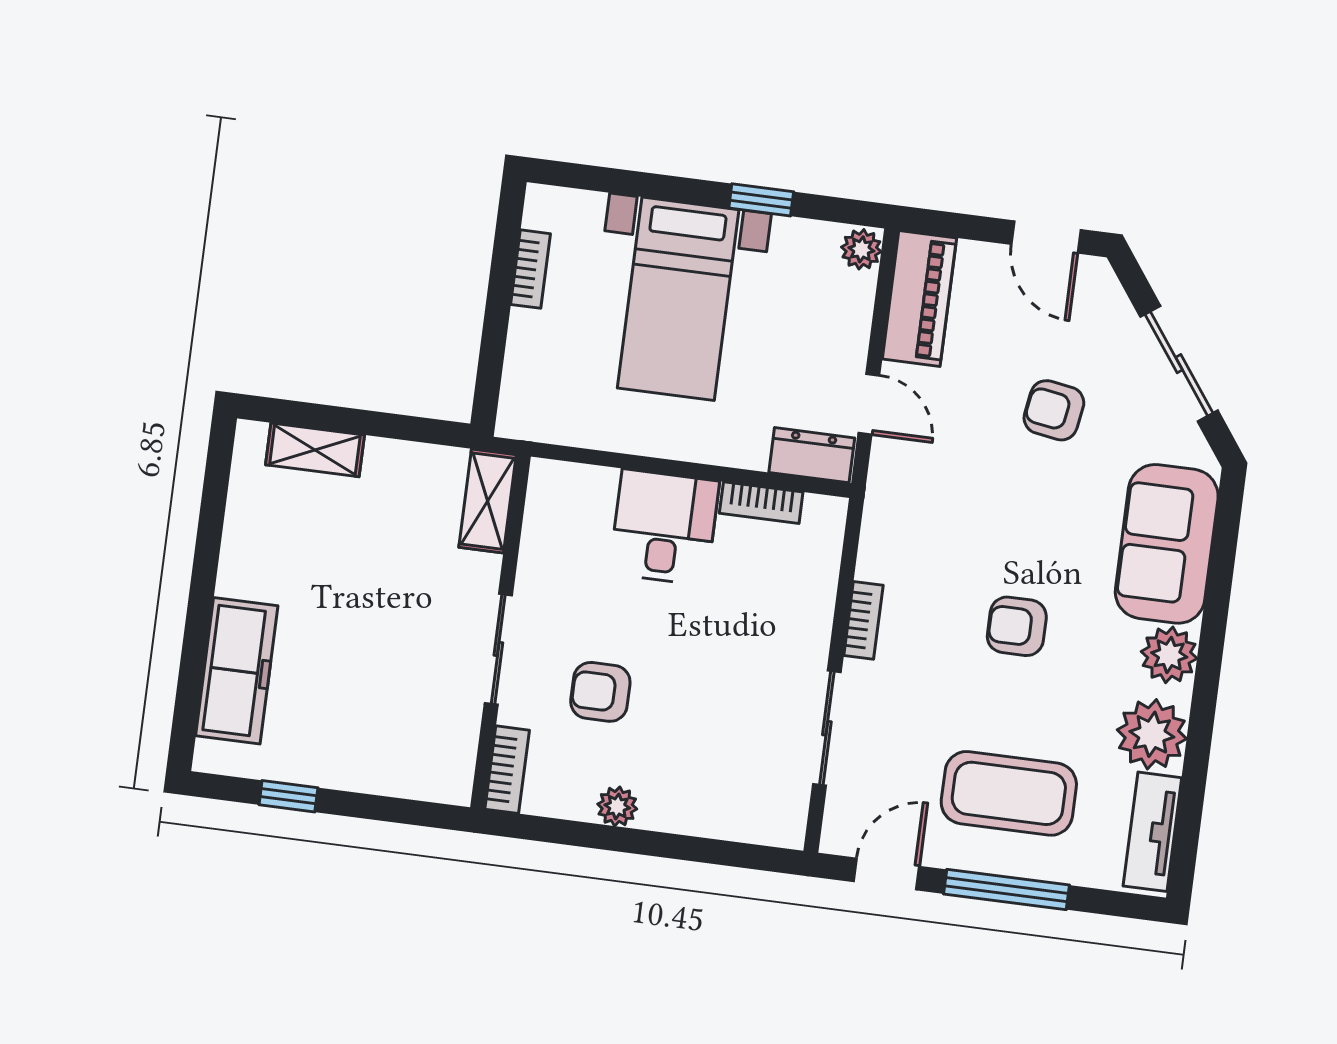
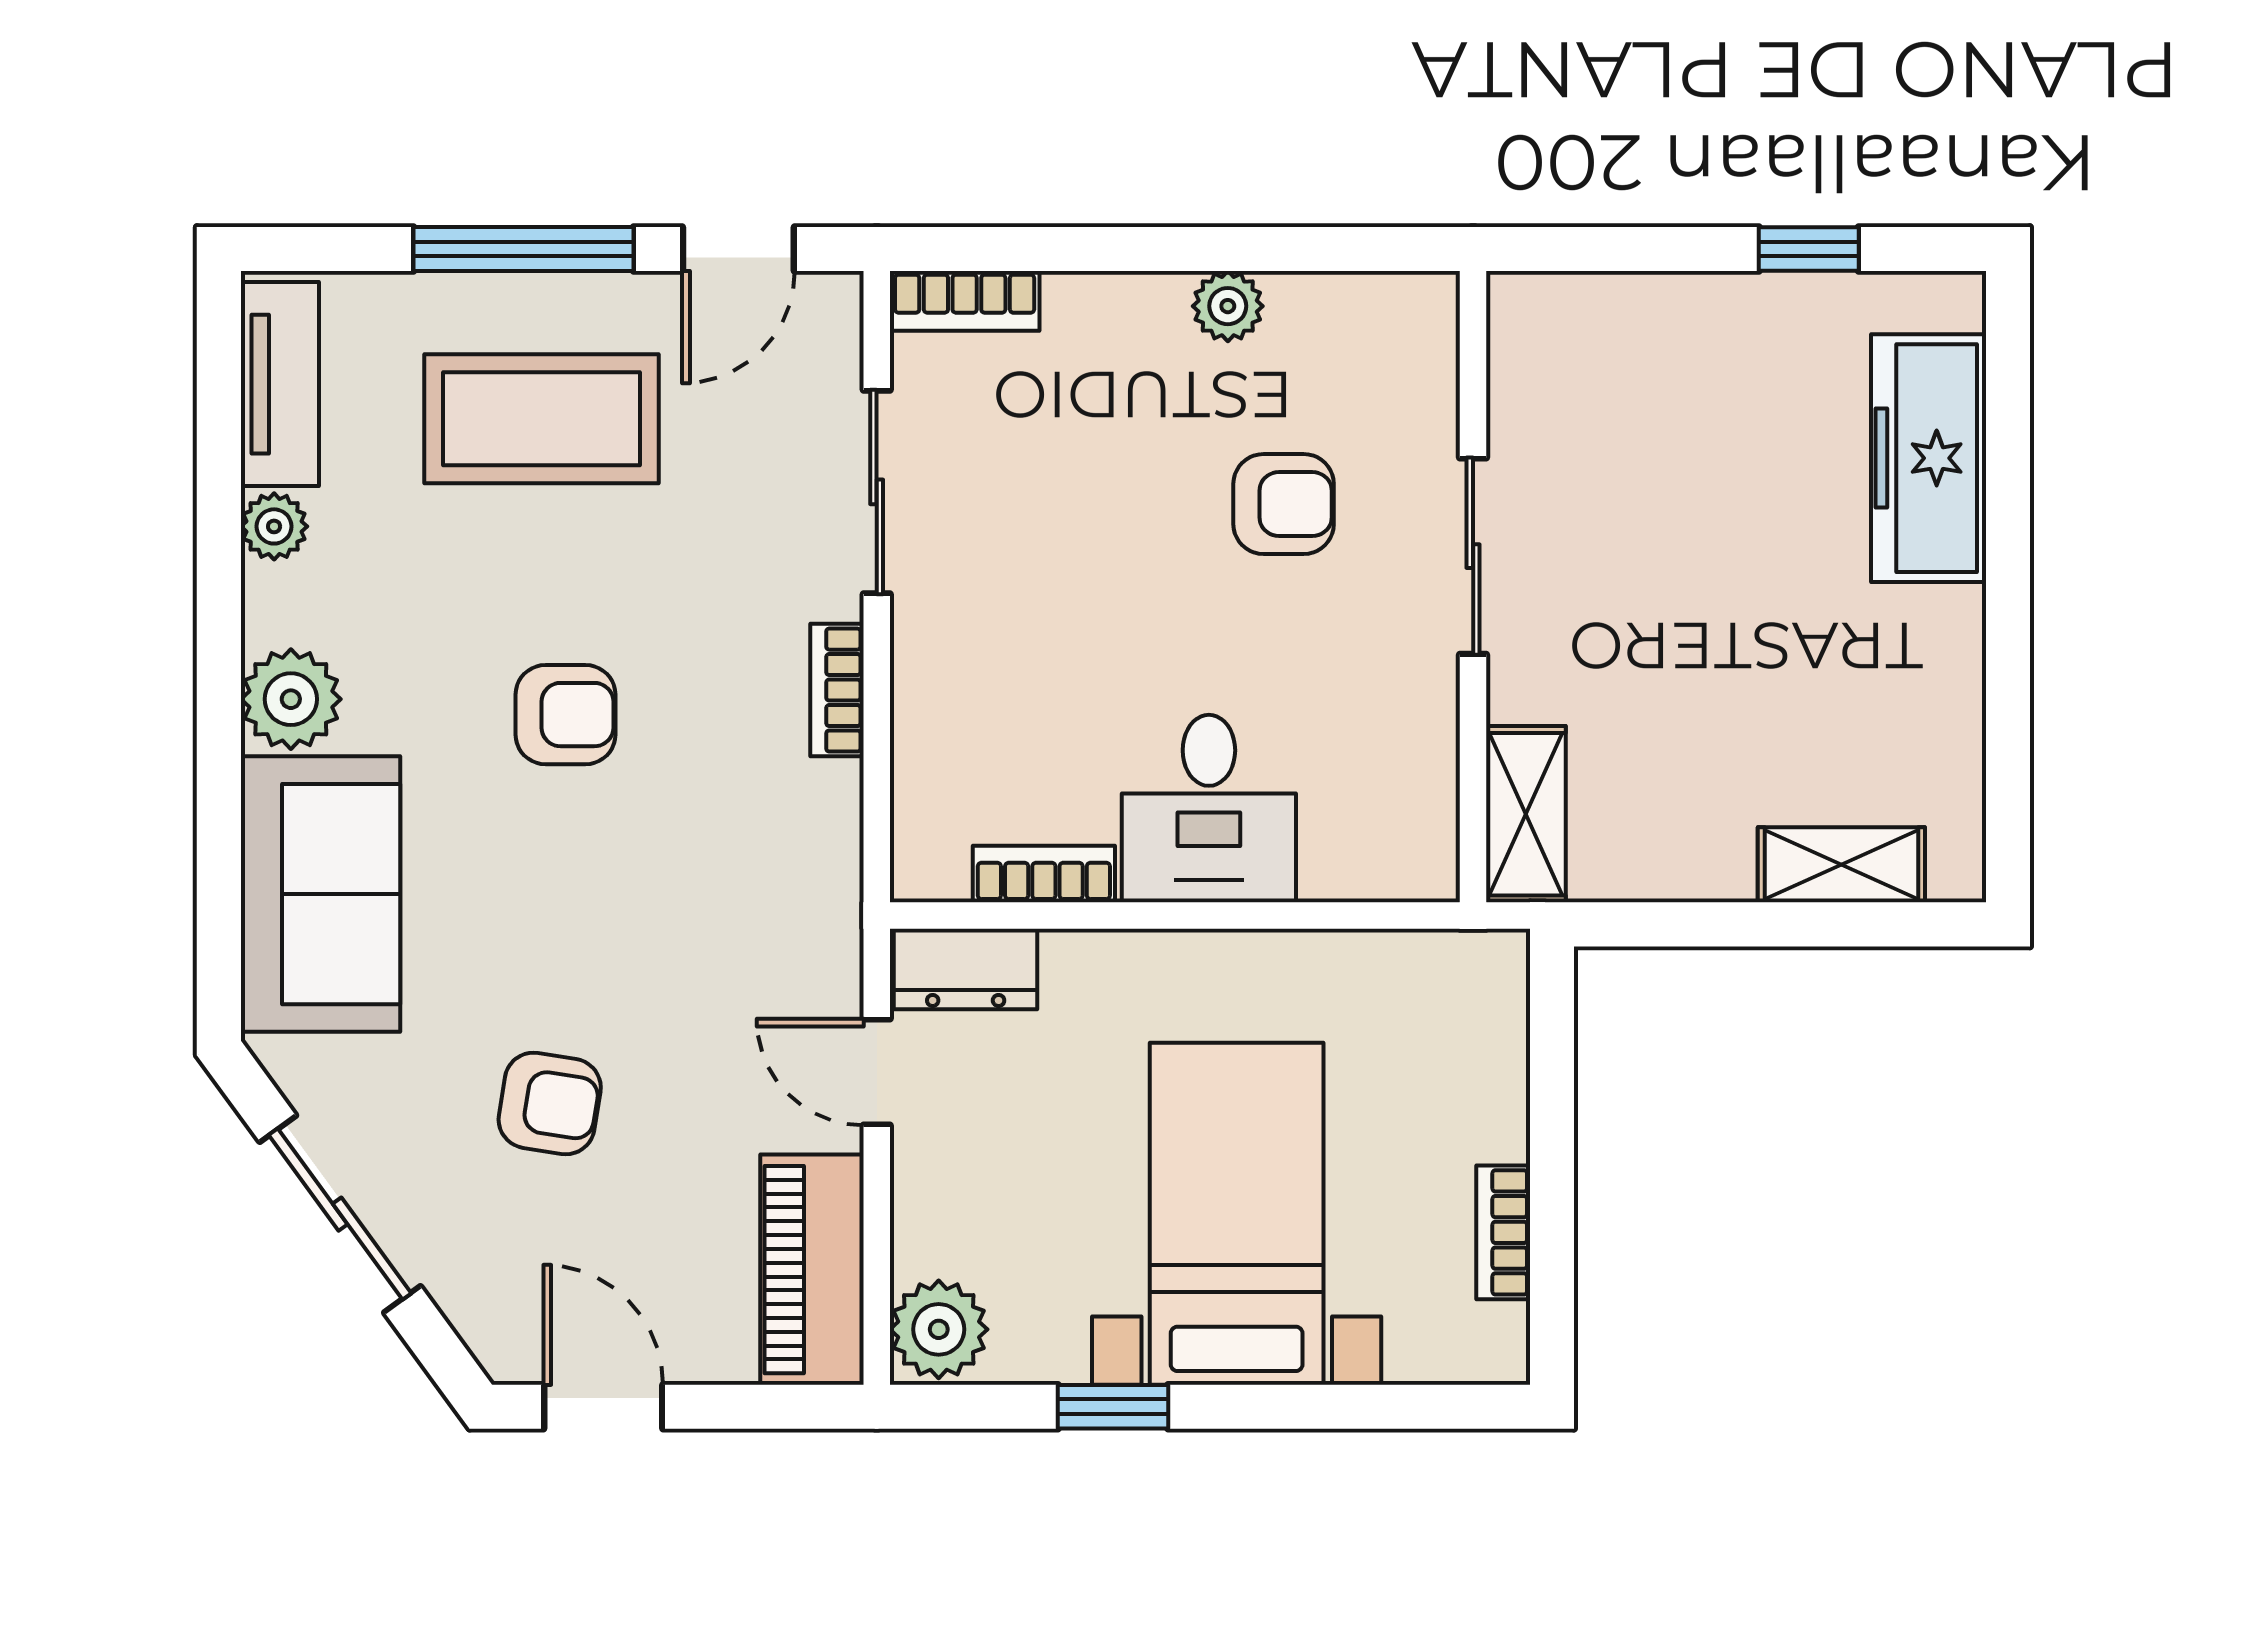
plant: (861, 249) -> (939, 1329), width x1.38, depth x1.38
plant: (1152, 734) -> (274, 526), width x0.53, depth x0.53
bookcase: (507, 770) -> (965, 301), moved, turned -90

